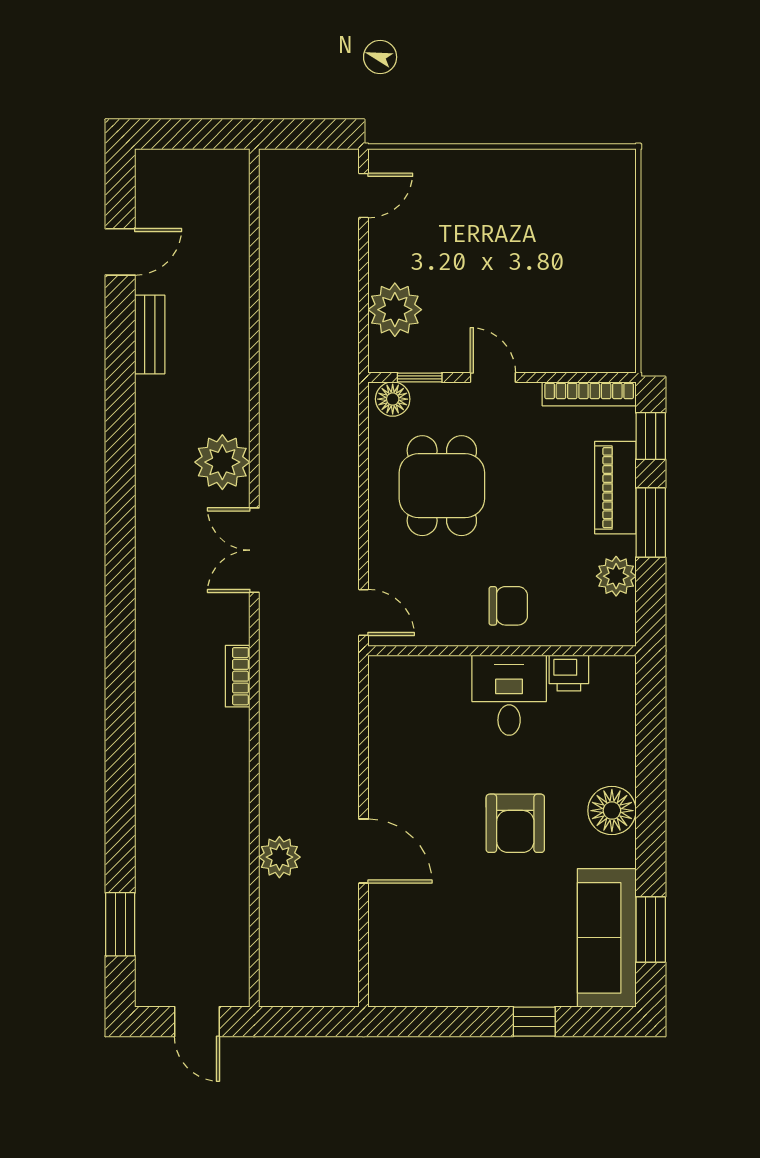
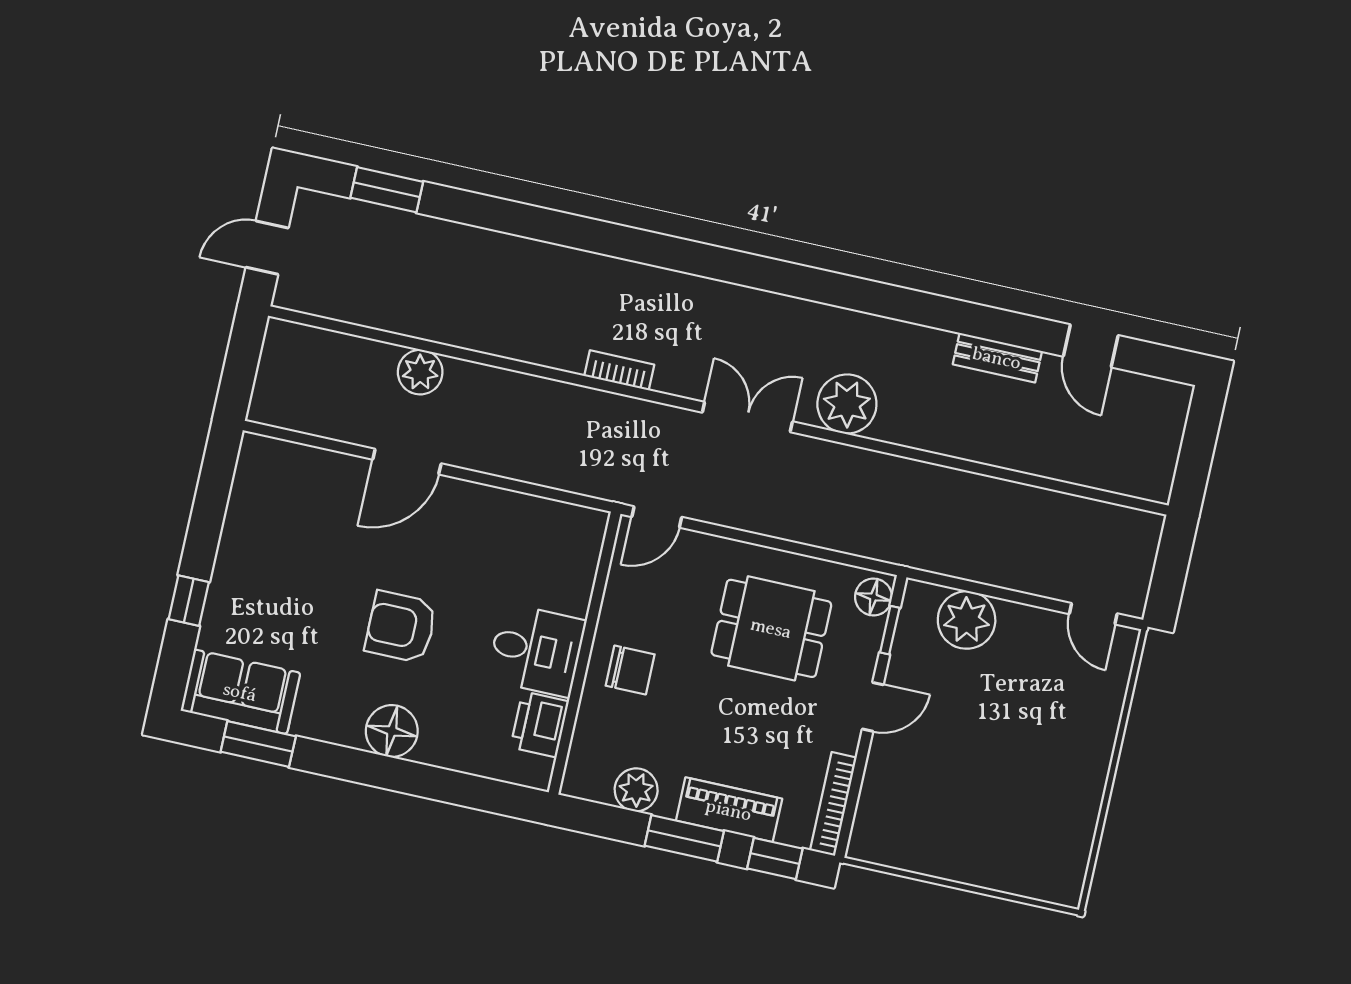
chair: (508, 606) -> (630, 670), turned -90
printer: (569, 673) -> (540, 724), width x1.36, depth x1.24
sofa: (607, 938) -> (240, 692), width x0.73

